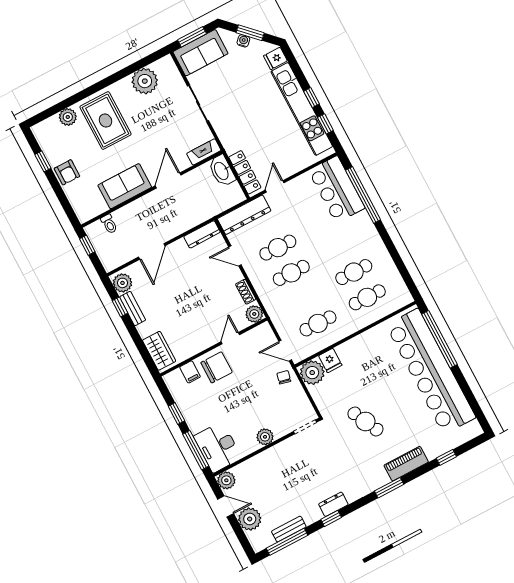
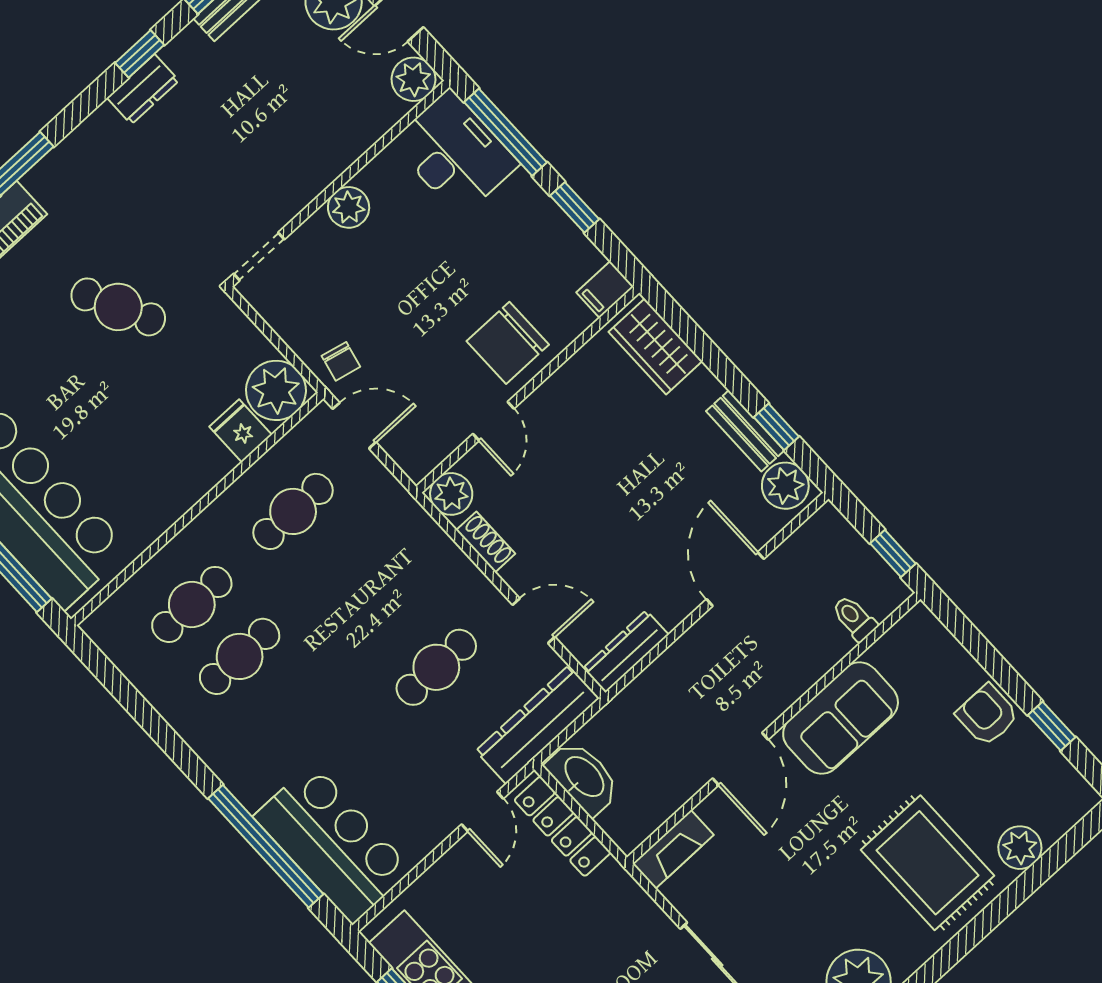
washbasin: (222, 171) -> (583, 777), moved
cafe table: (291, 273) -> (389, 615), removed
filing cabinet: (190, 372) -> (605, 289), moved, turned -90

